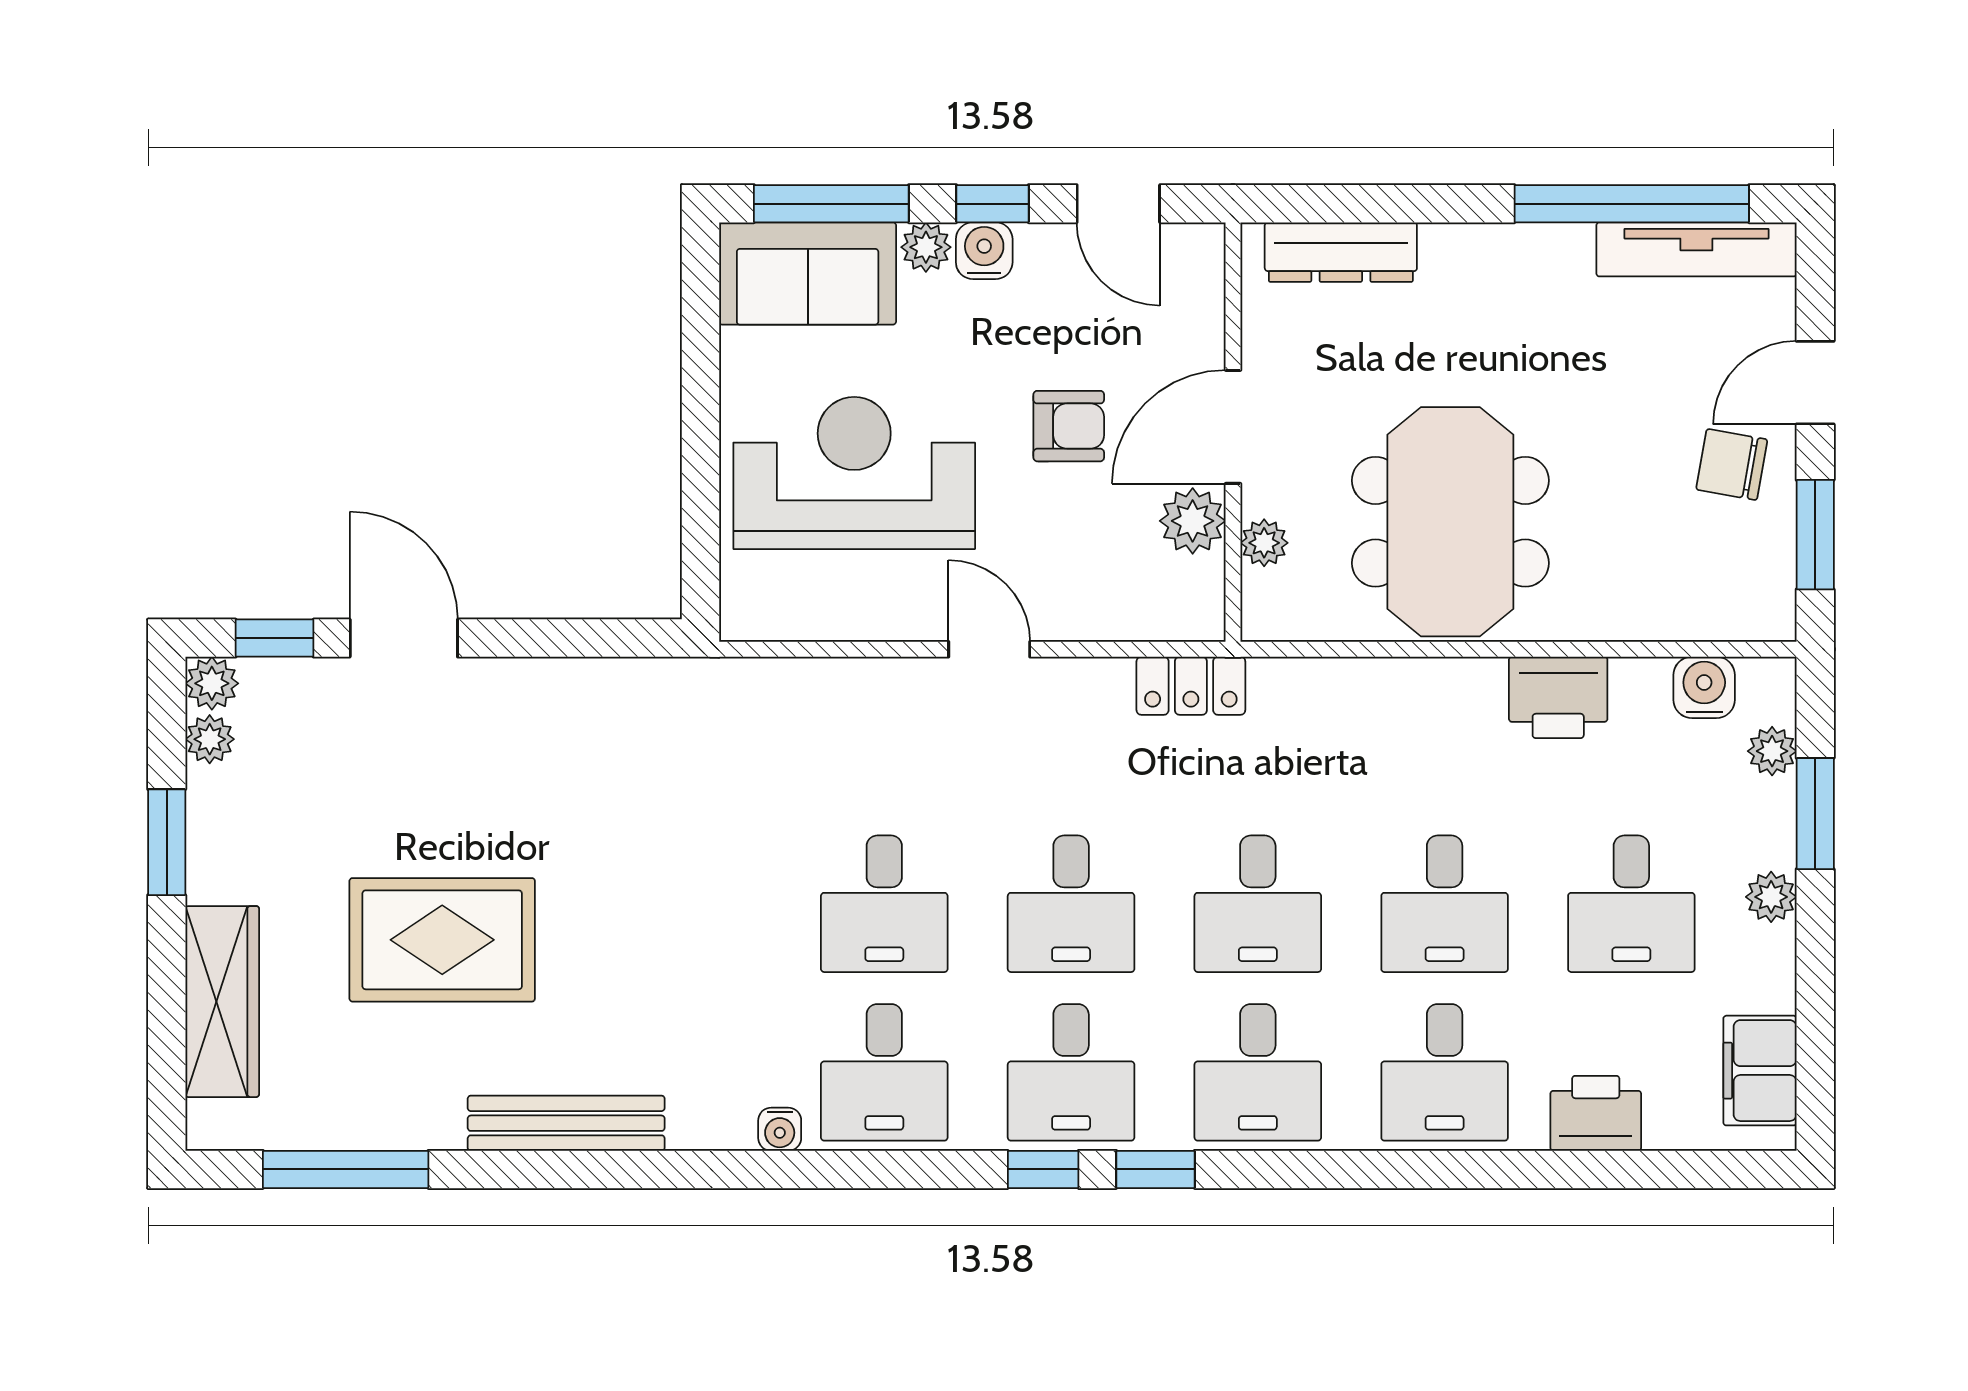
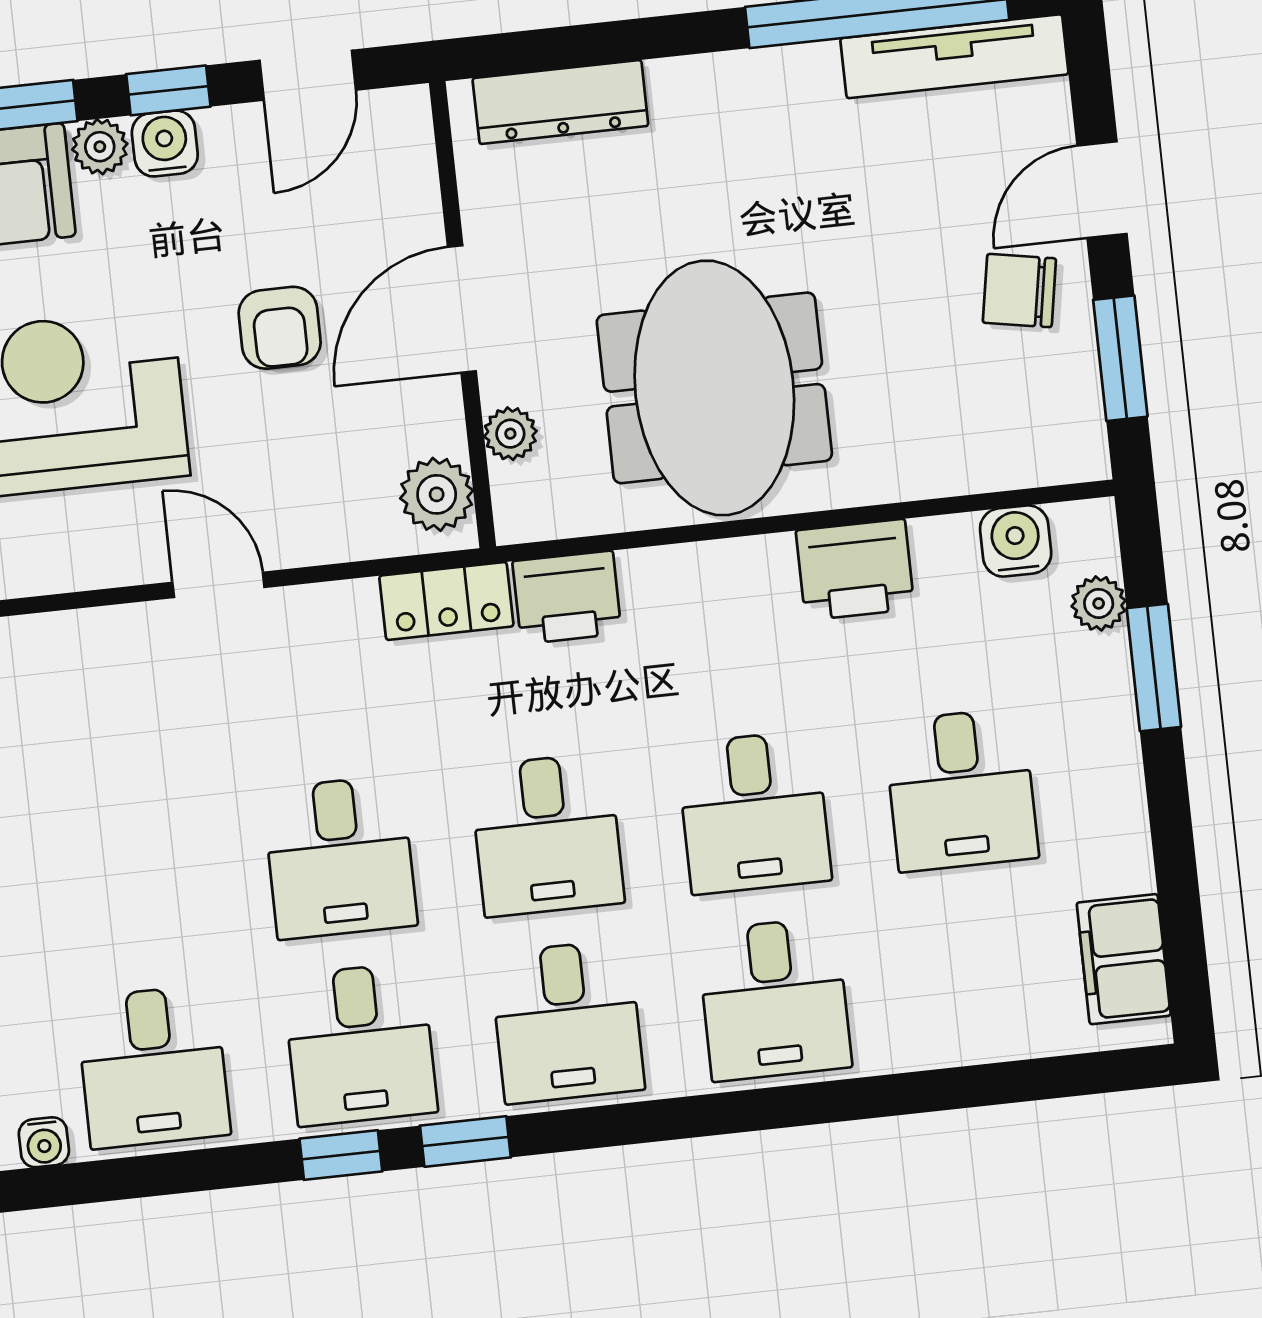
door: (1118, 204) -> (308, 75), hinge flipped
armchair: (1069, 426) -> (280, 328), turned 90
plant: (1193, 521) -> (437, 494), moved
plant: (1771, 897) -> (1115, 765), removed
desk: (884, 904) -> (133, 880), removed
printer: (1596, 1113) -> (567, 597), moved, turned 180

